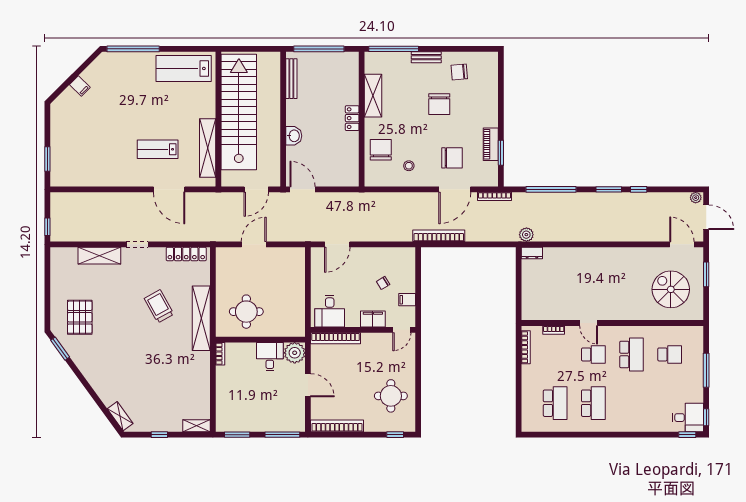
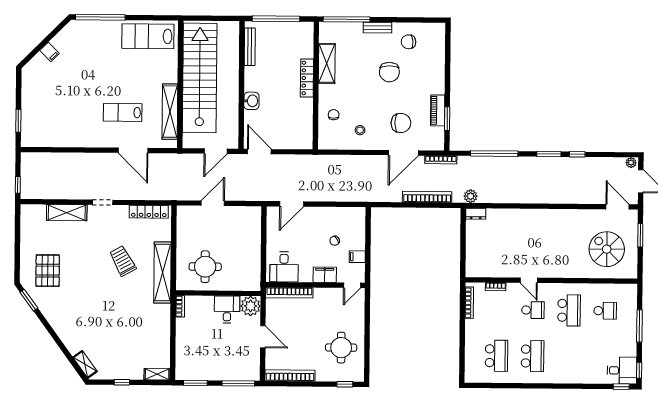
locker: (352, 118) -> (307, 78), width x1.53
chair: (381, 150) -> (334, 115), width x0.54, depth x0.54
bookcase: (439, 236) -> (427, 197), moved

